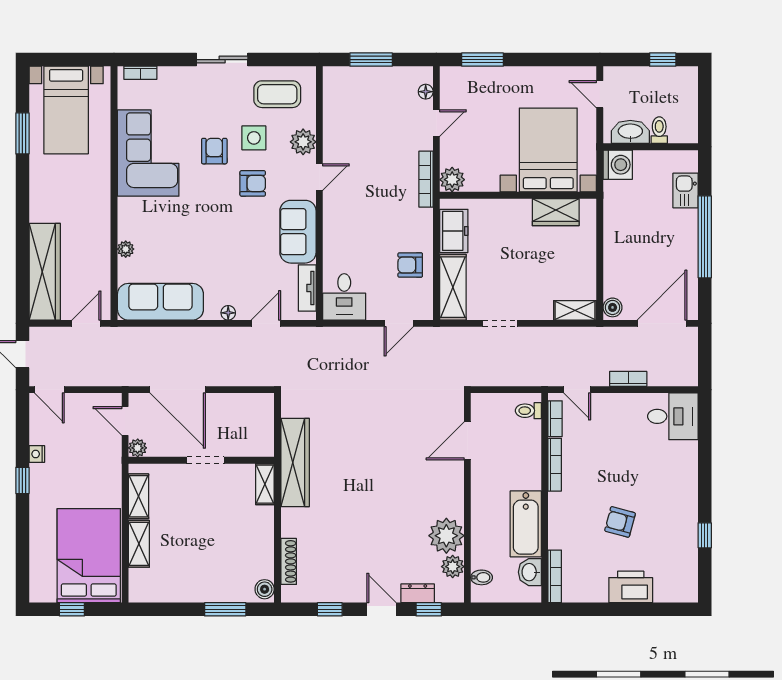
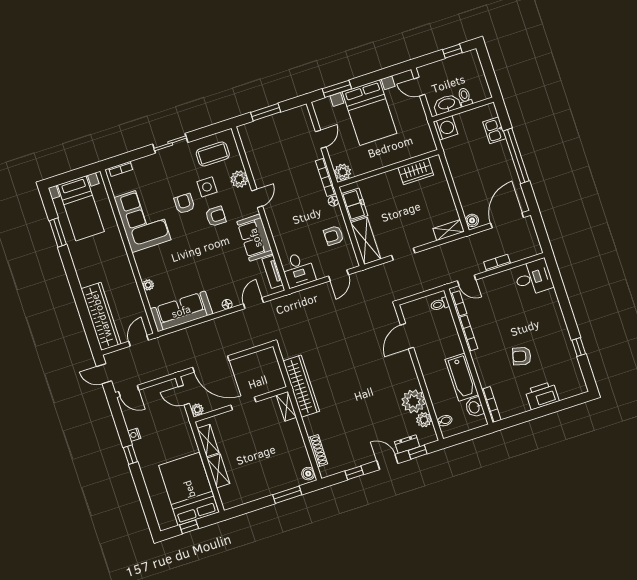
floor lamp: (426, 92) -> (333, 201), moved
bed with nightstands: (548, 150) -> (370, 113), moved, turned 180

